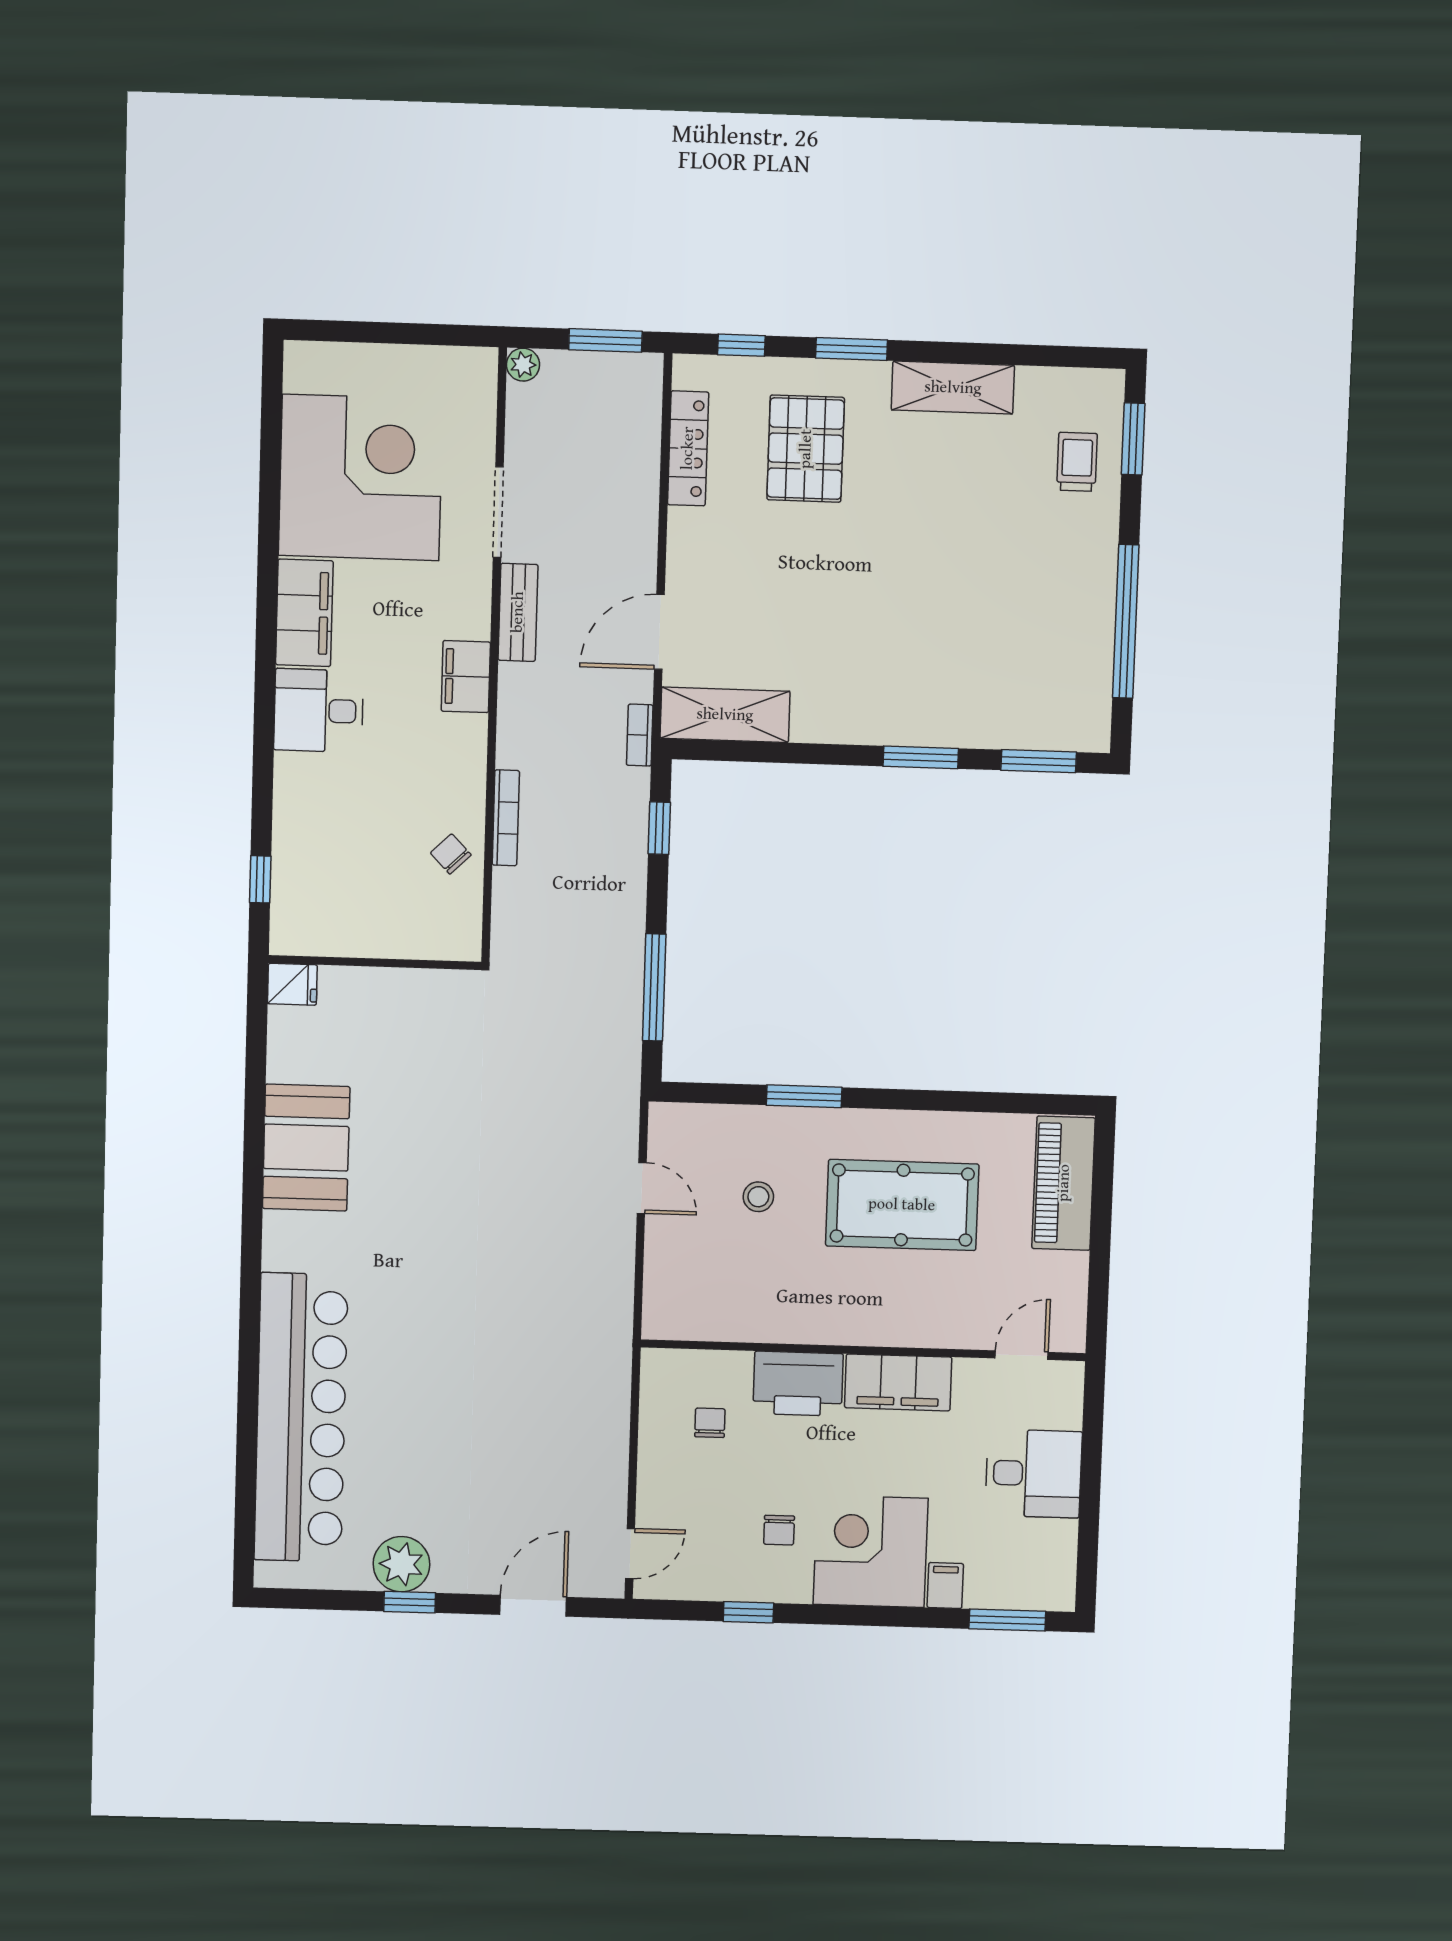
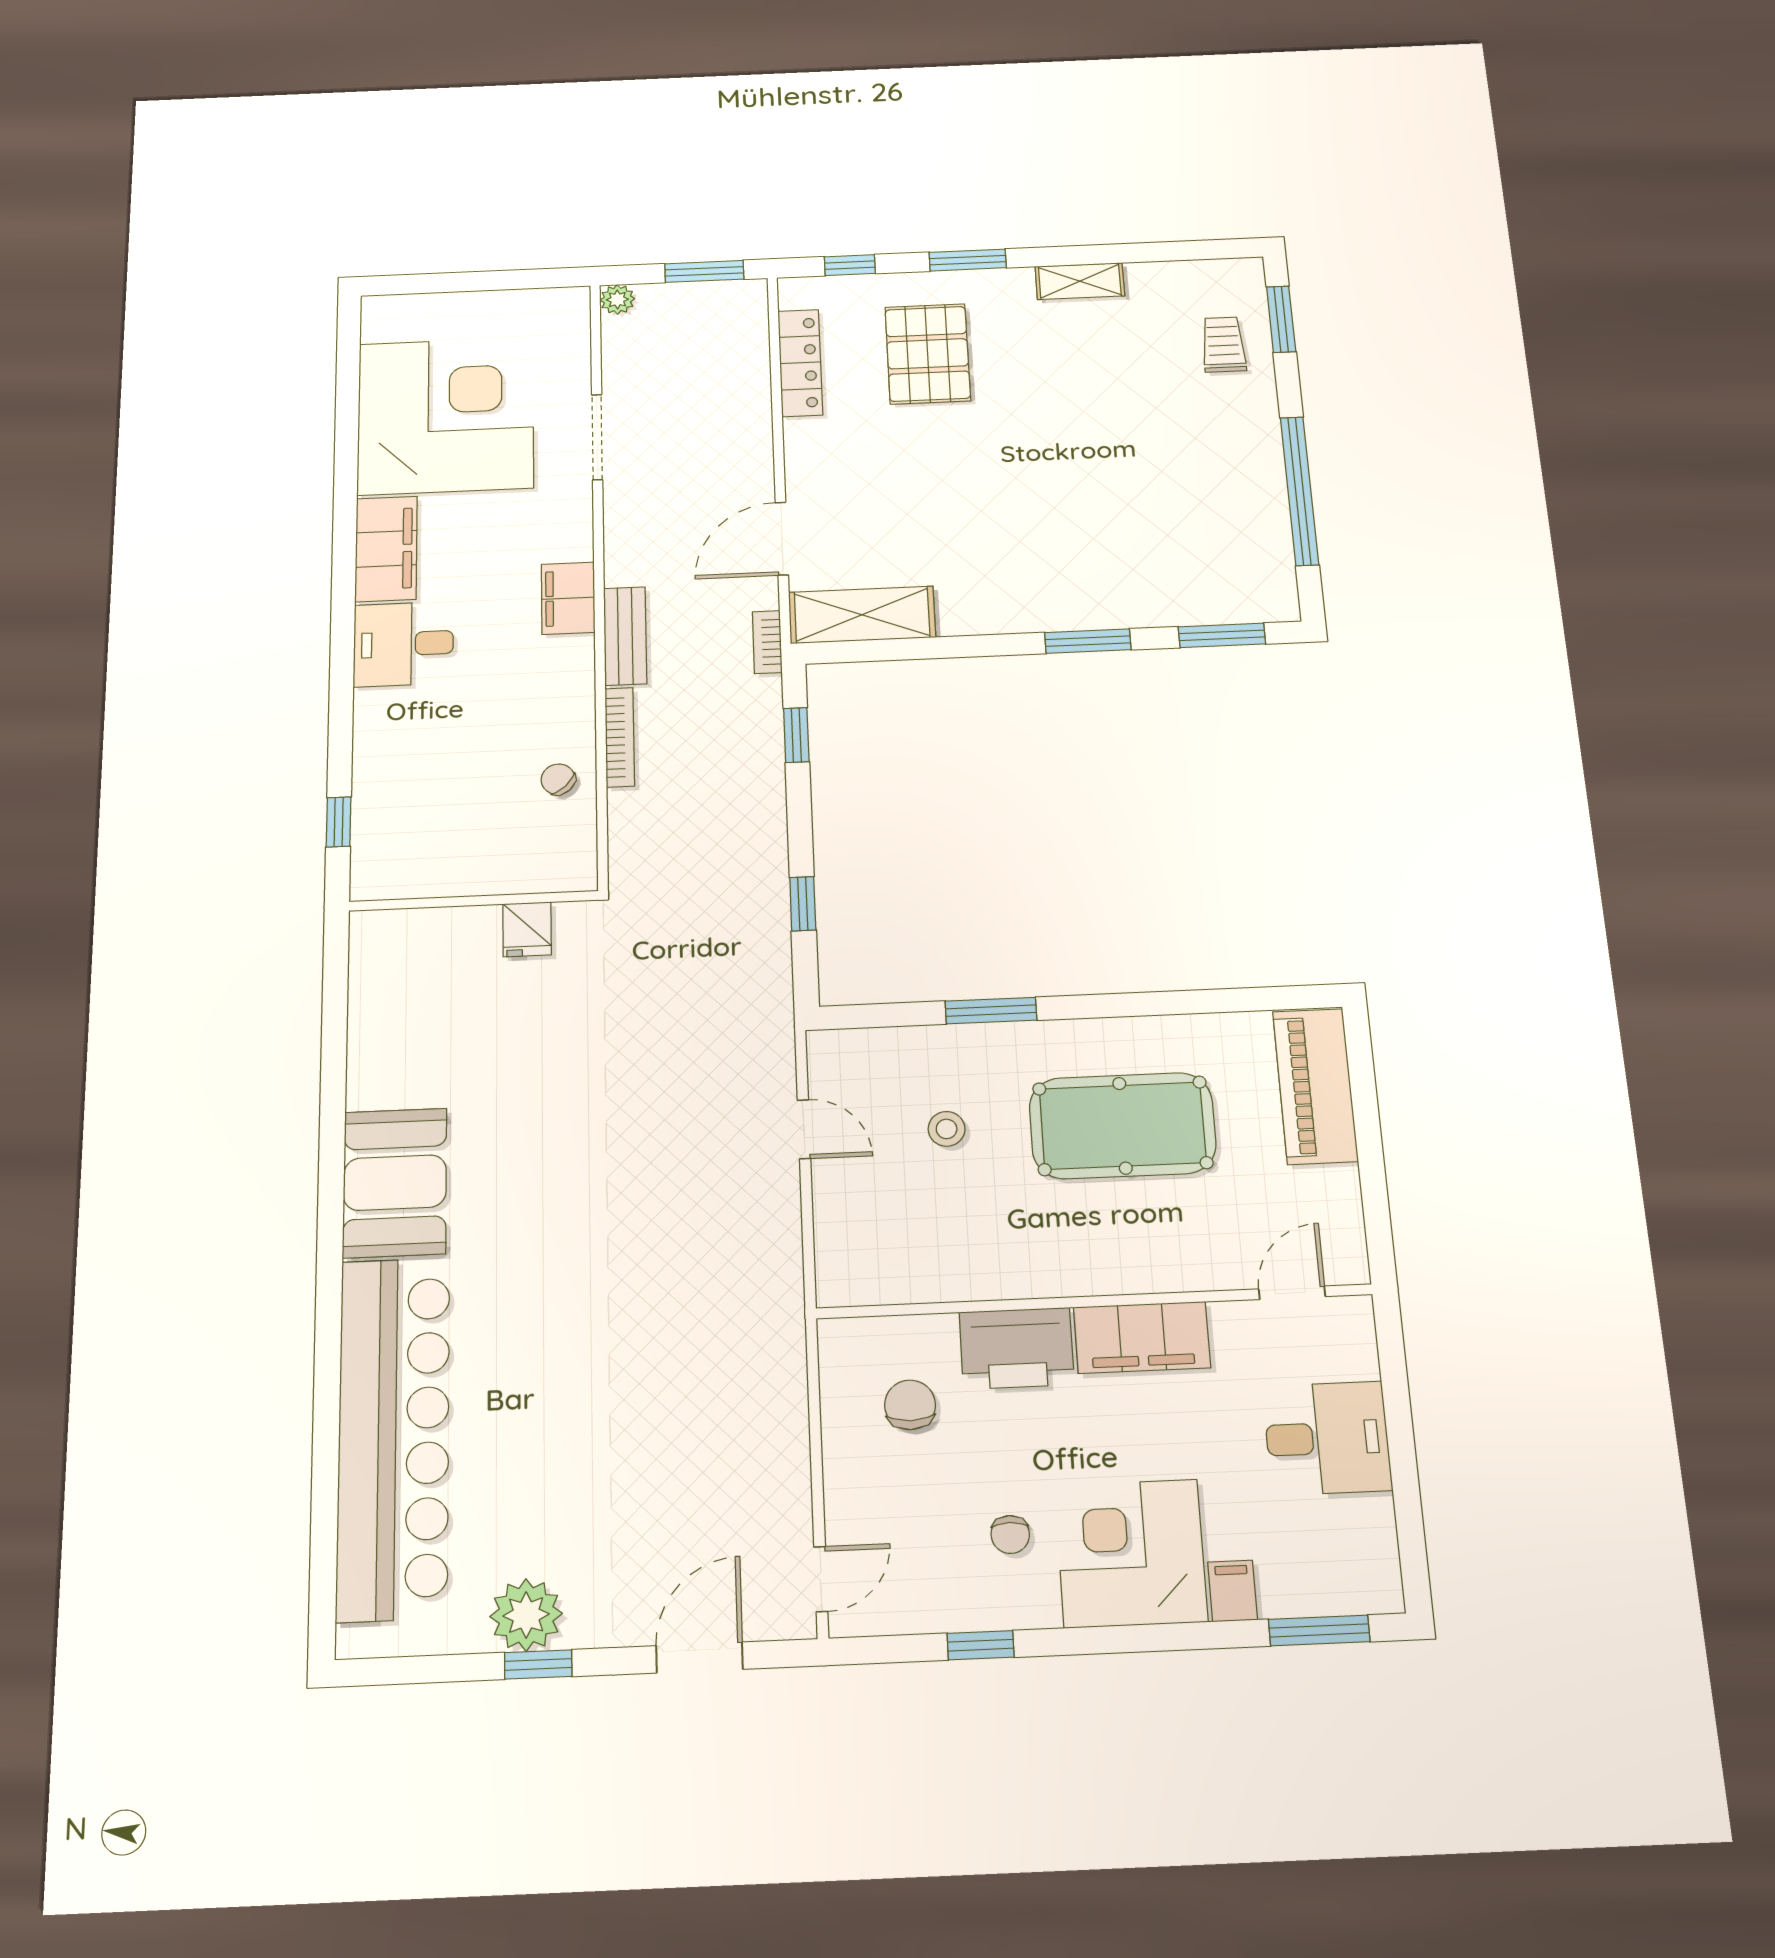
shelving: (953, 388) -> (1080, 281), width x0.67, depth x0.75
bench: (518, 612) -> (625, 636), moved
fridge: (292, 984) -> (527, 929), moved, turned 90
window: (654, 987) -> (803, 904), width x0.46
booth: (306, 1148) -> (395, 1183), moved
chair: (710, 1423) -> (910, 1405), width x1.37, depth x1.37

